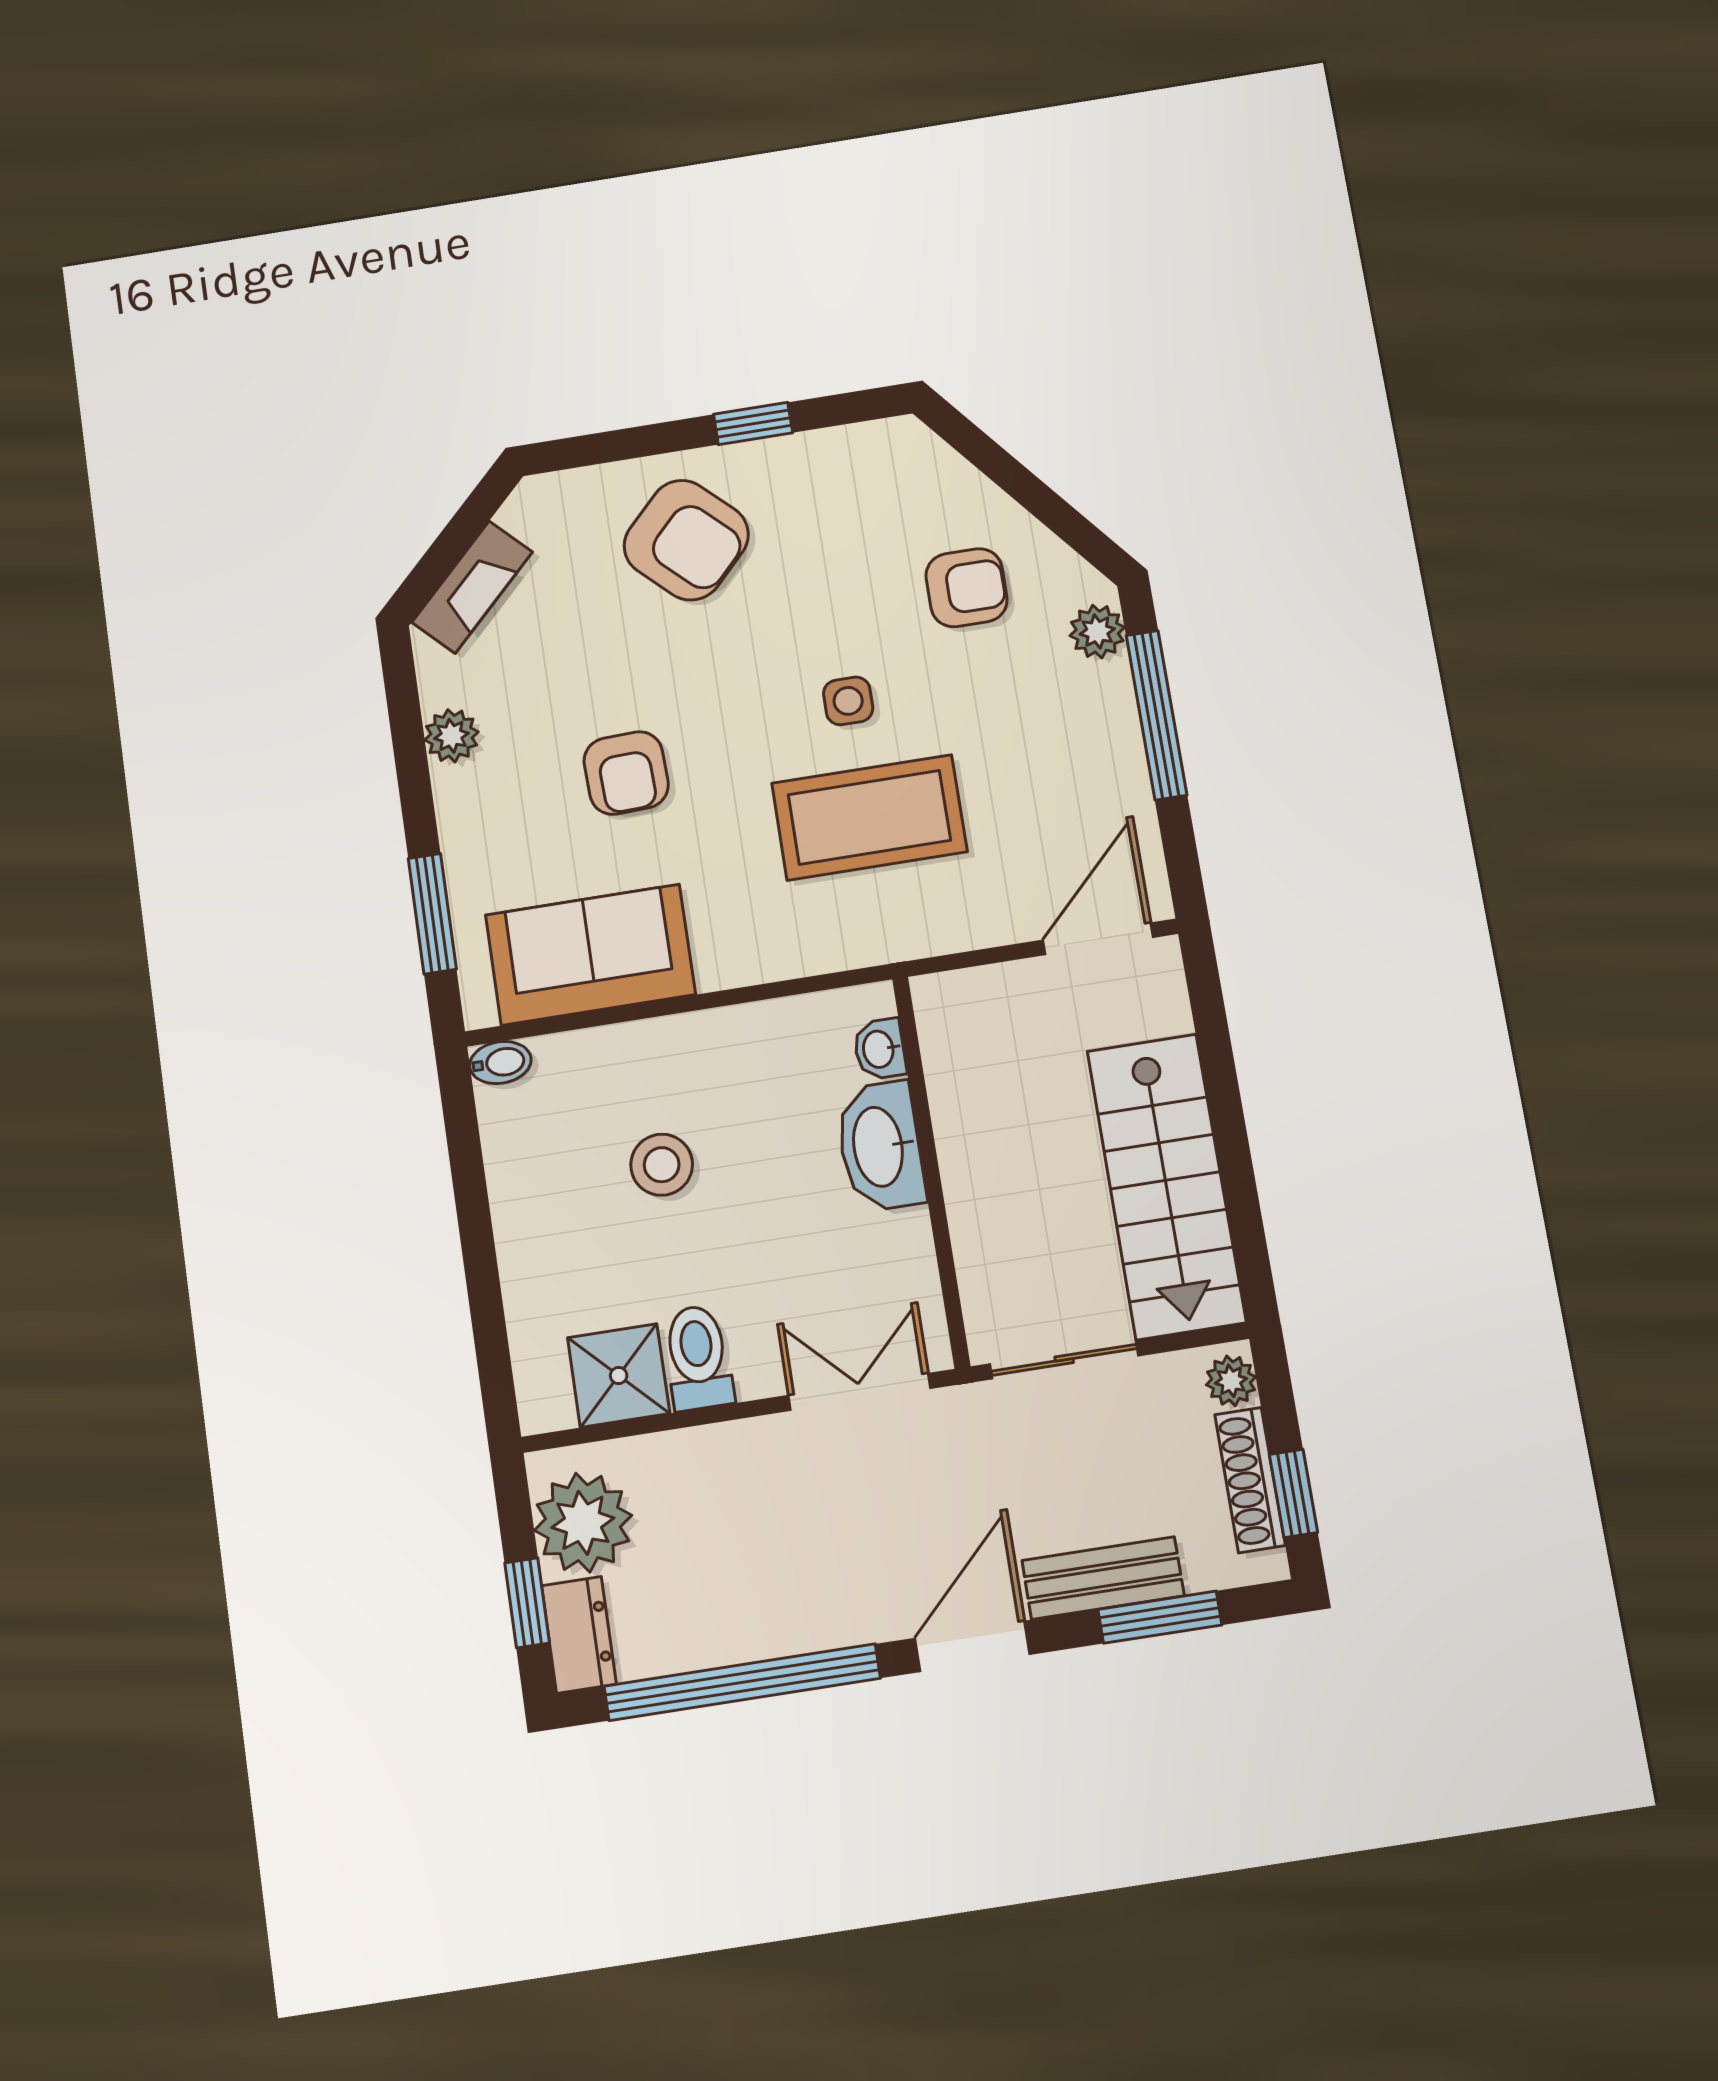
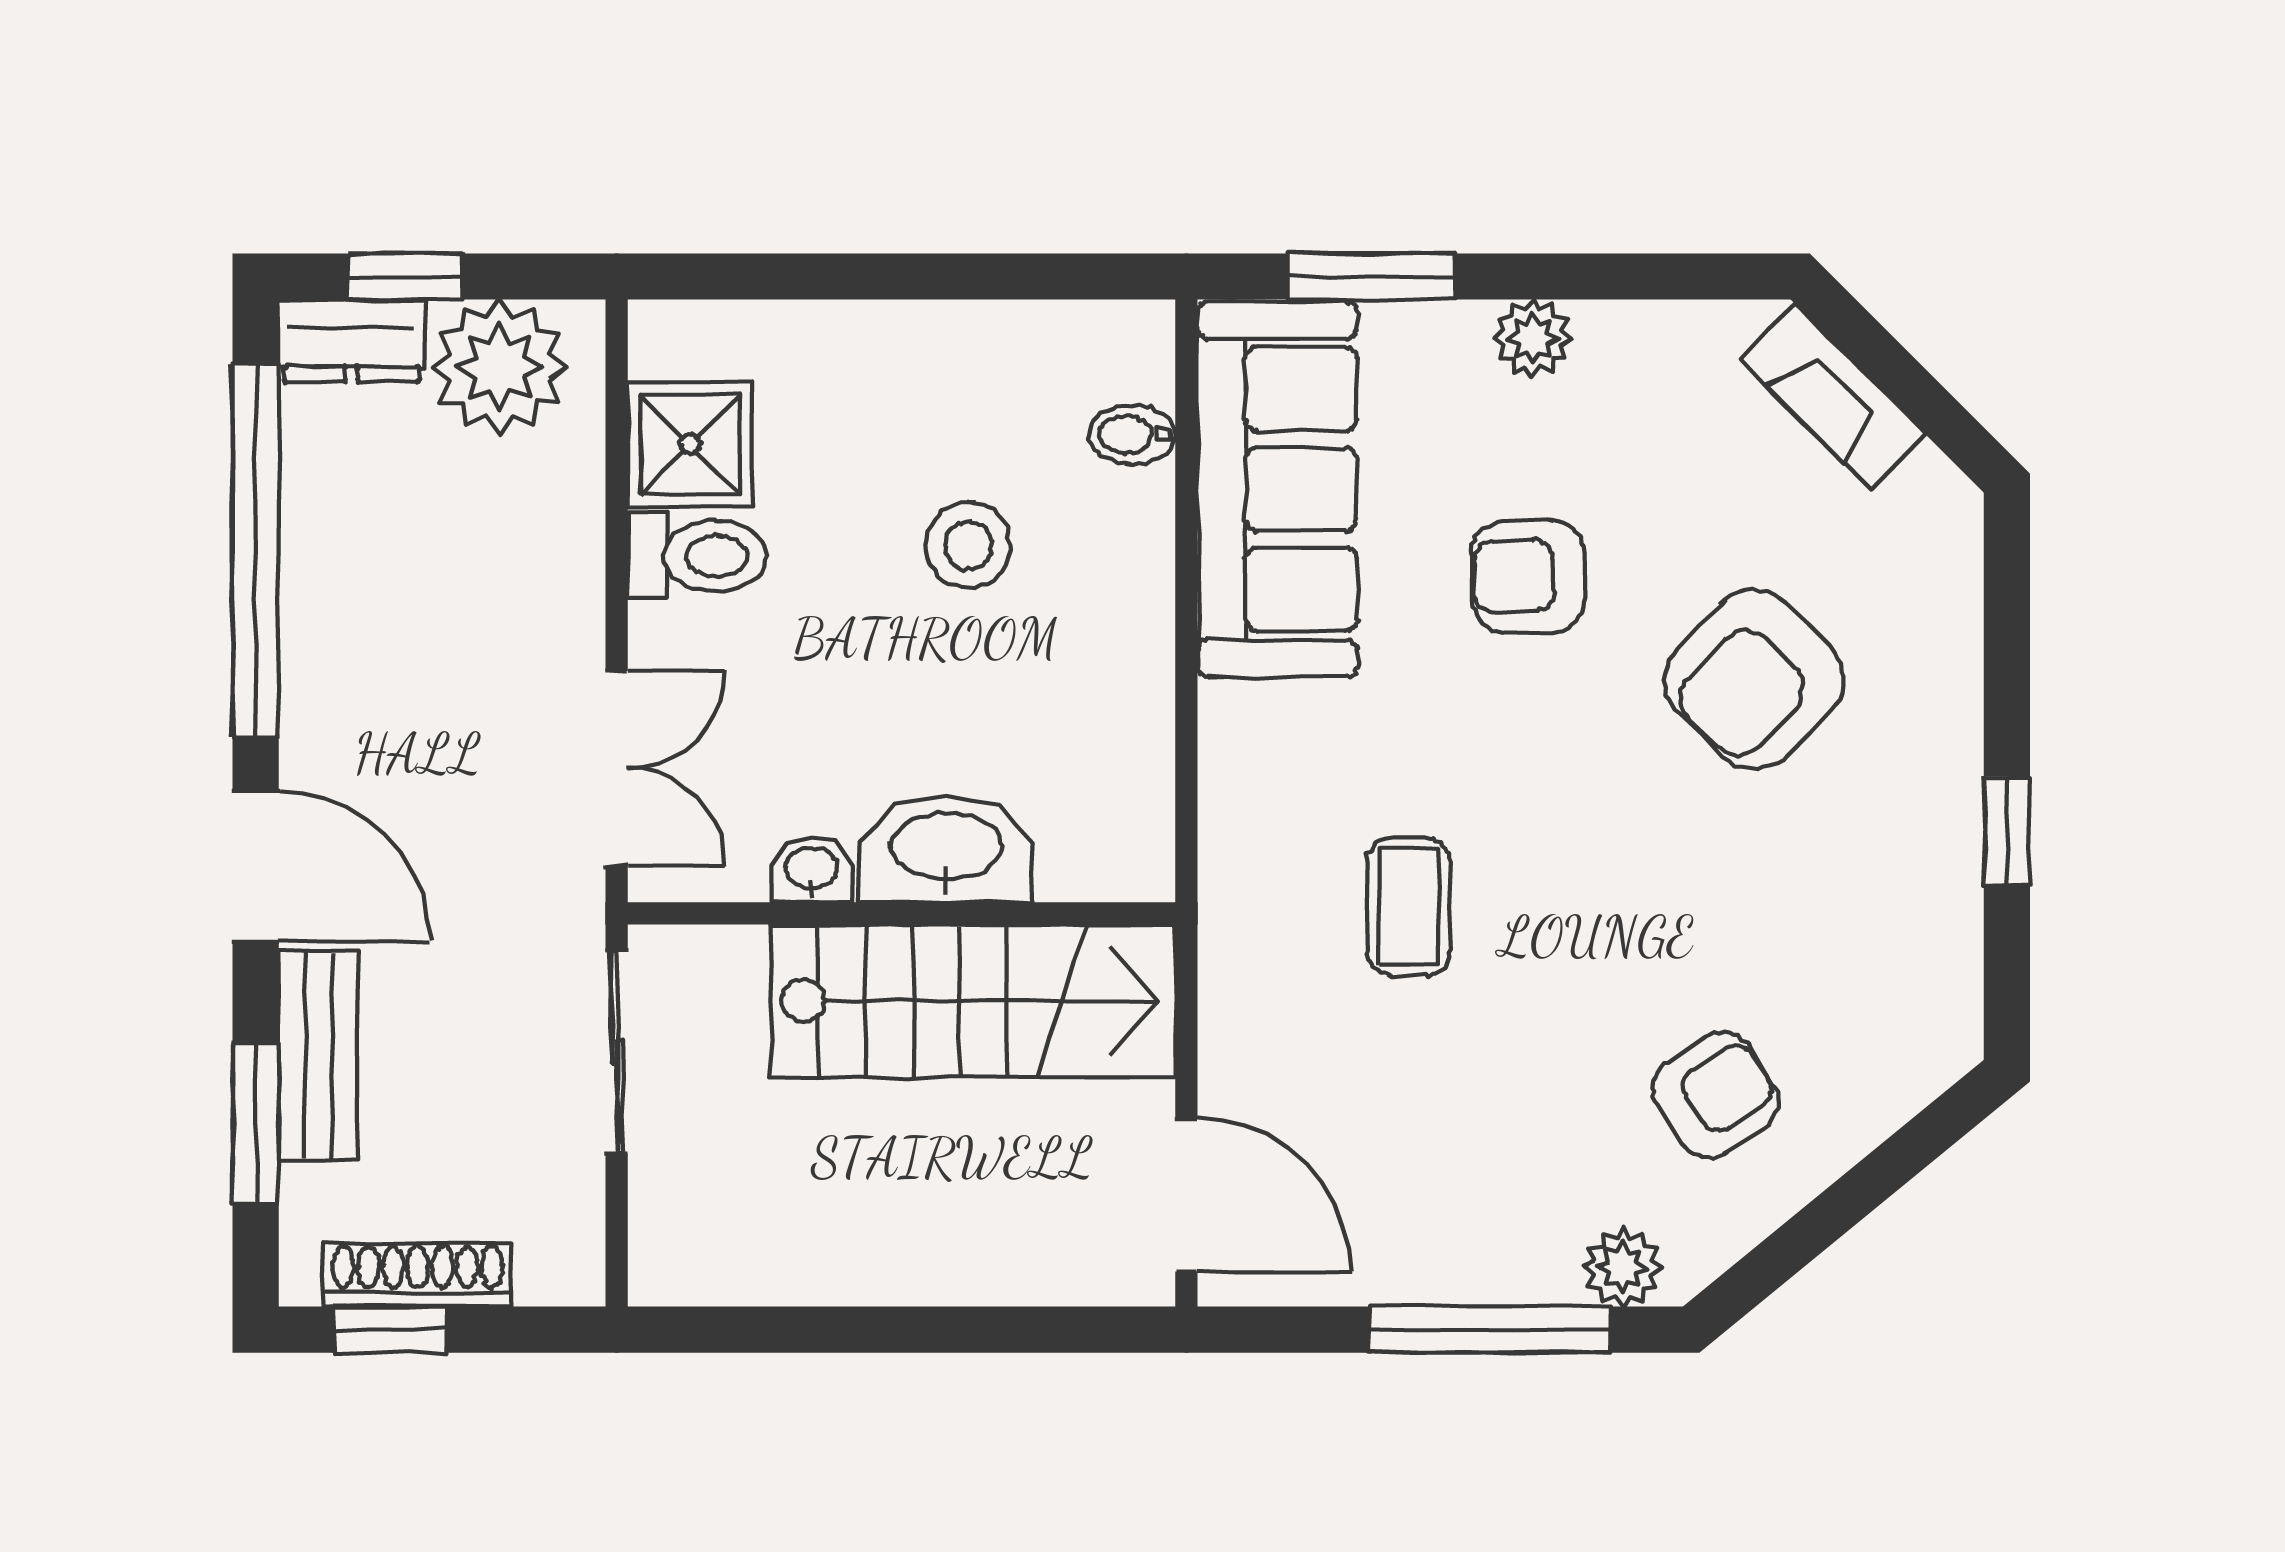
armchair: (686, 540) -> (1755, 679), moved
armchair: (967, 588) -> (1716, 1095), turned -123
side table: (848, 701) -> (1580, 903), removed
plant: (451, 736) -> (1533, 338), moved
coffee table: (869, 817) -> (1409, 907), width x0.54, depth x0.58
sofa: (590, 955) -> (1277, 489), width x1.36
washbasin: (880, 1049) -> (811, 870), moved
bidet: (500, 1062) -> (1132, 435), moved, turned 90
stairs: (1166, 1186) -> (973, 1001), moved, turned 180
plant: (1231, 1381) -> (553, 1272), removed

